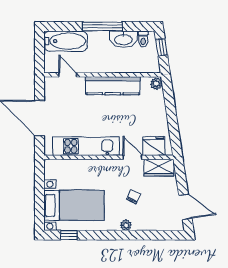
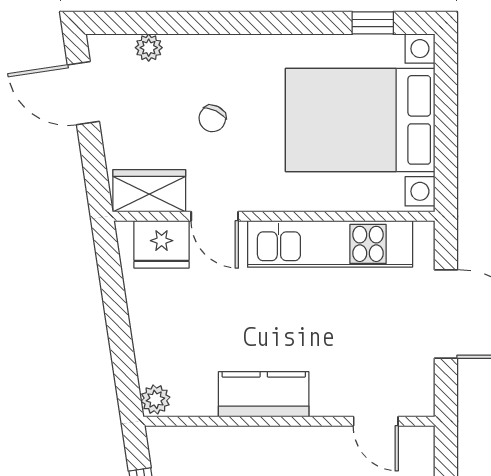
kitchen counter: (113, 86) -> (264, 394), width x0.67
bed with nightstands: (74, 205) -> (360, 120), width x1.36
plant: (126, 225) -> (149, 48), moved

